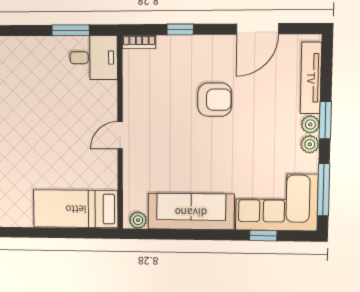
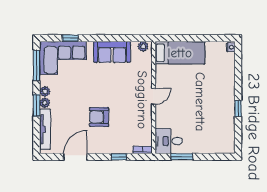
sofa: (191, 212) -> (112, 52), width x0.73

